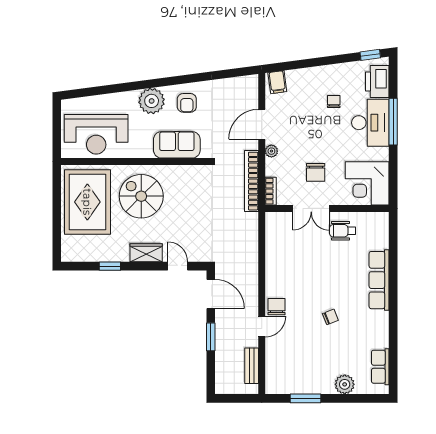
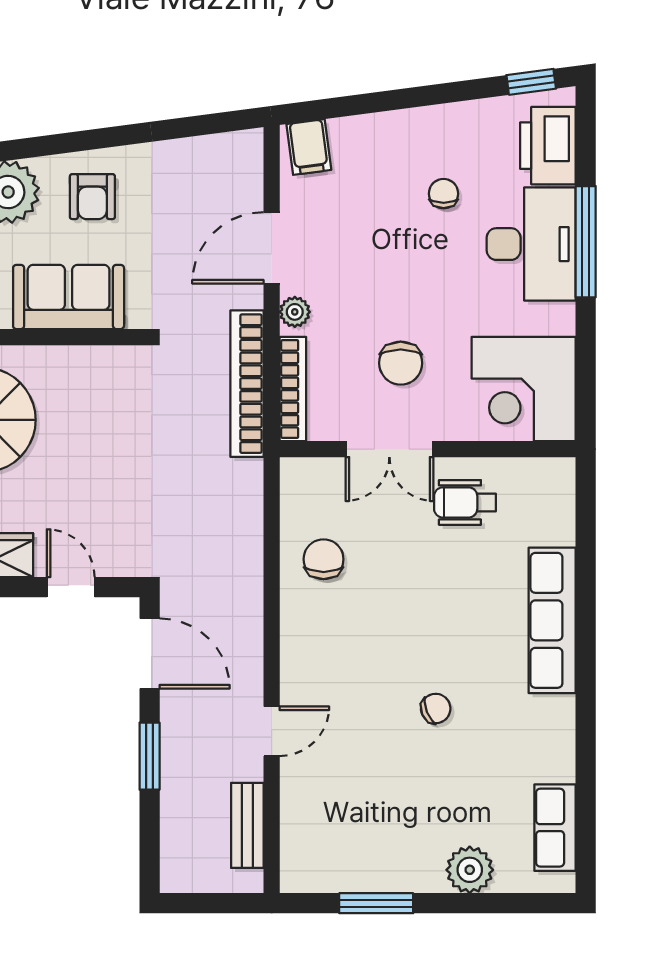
bookcase: (271, 191) -> (293, 389), width x1.56
chair: (276, 307) -> (324, 559), moved

